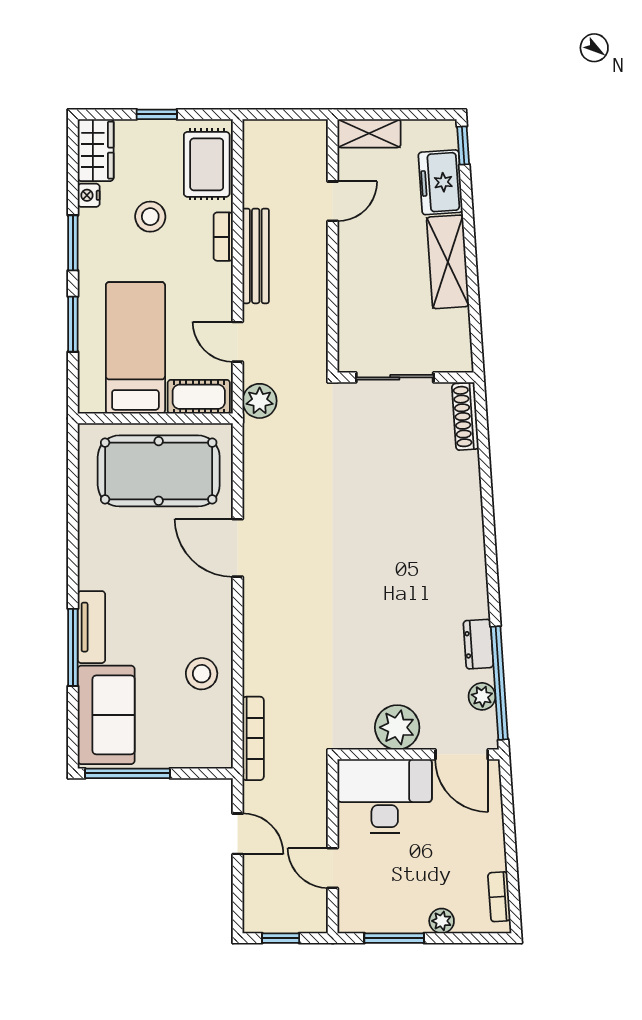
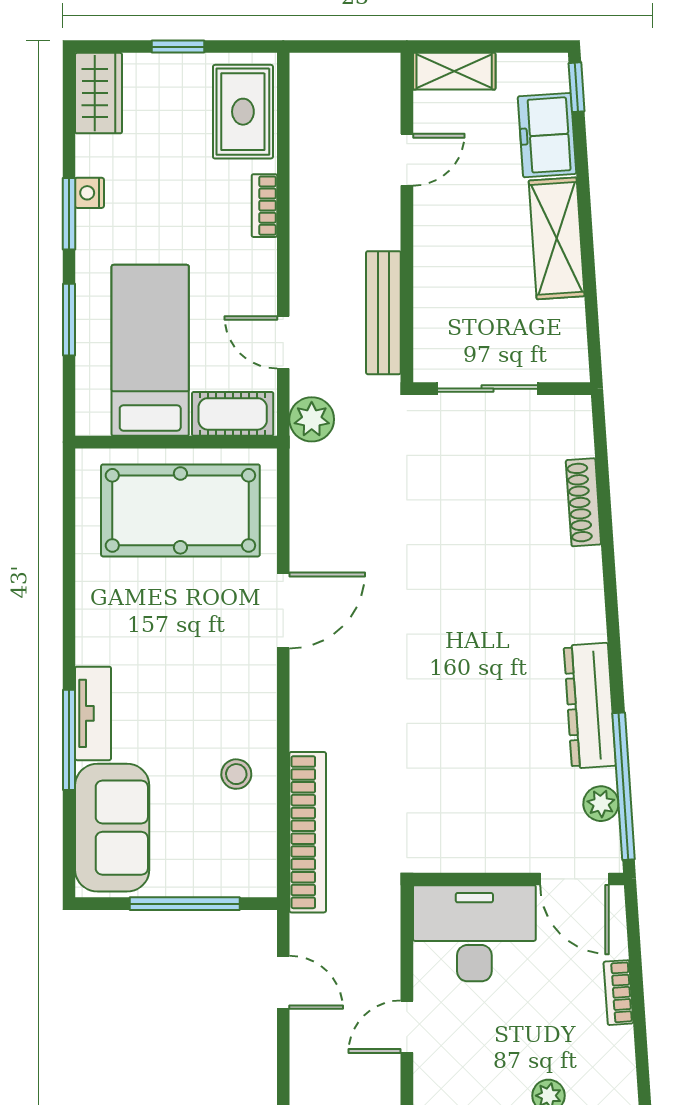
nightstand: (89, 195) -> (89, 193), moved
stool: (150, 217) -> (170, 180), removed
bench: (256, 256) -> (383, 313), moved
shoe rack: (465, 416) -> (583, 502), moved
door: (238, 548) -> (283, 610), swing flipped
dresser: (478, 644) -> (590, 706), width x1.96, depth x1.24
stool: (202, 674) -> (236, 774), width x0.73, depth x0.73
plant: (397, 727) -> (491, 844), removed
bookcase: (253, 738) -> (308, 832), width x1.48, depth x1.31
window: (127, 773) -> (185, 904), moved
door: (333, 868) -> (407, 1027), hinge flipped
bookcase: (499, 897) -> (618, 993), moved

